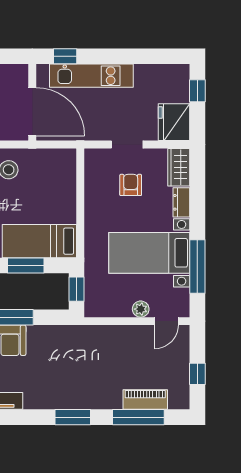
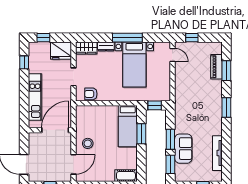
window: (65, 56) -> (24, 62), moved
armchair: (131, 185) -> (91, 94), moved
window: (197, 266) -> (127, 38), moved
plant: (141, 309) -> (166, 69), removed
window: (197, 374) -> (192, 38), moved
window: (138, 417) -> (226, 71), width x0.69

